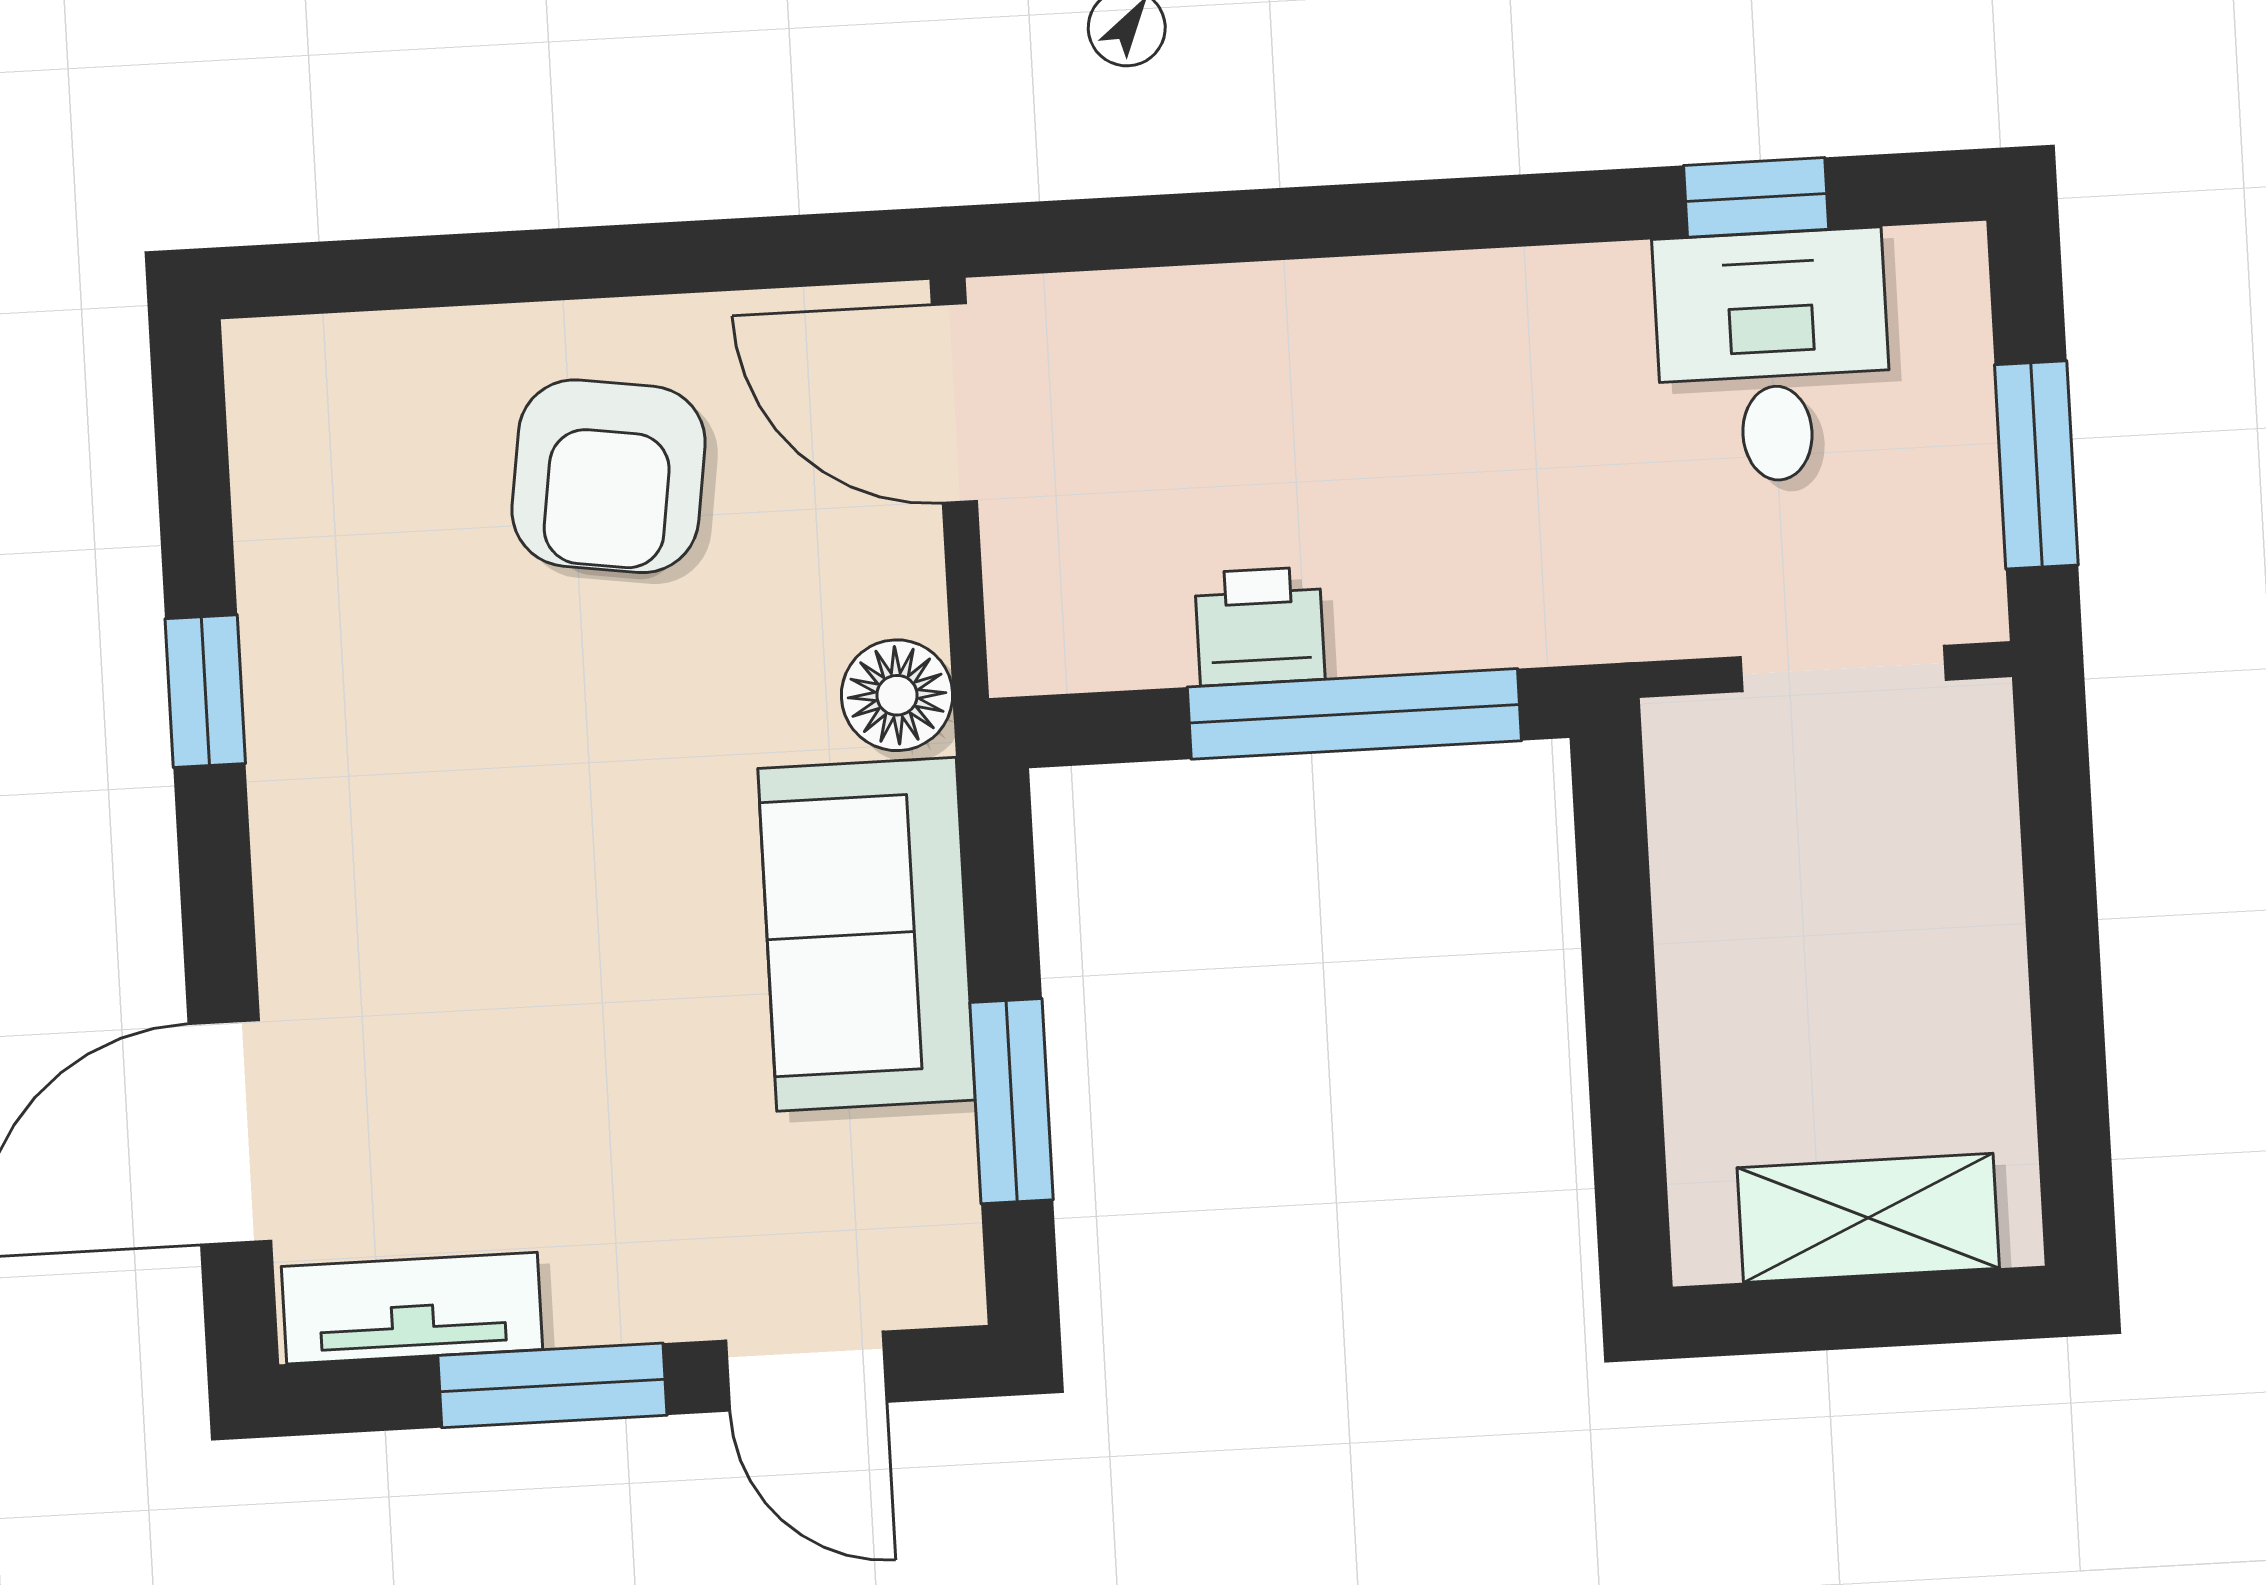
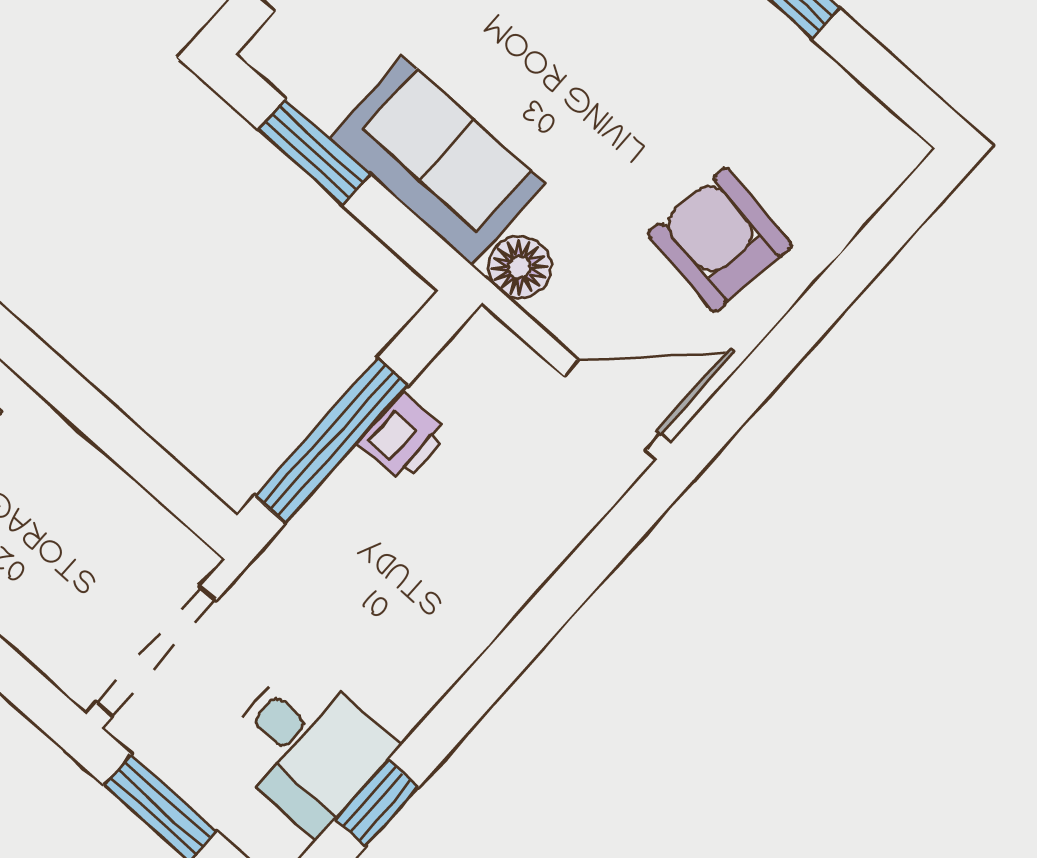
doorway: (1843, 669) -> (156, 651), width x1.38

